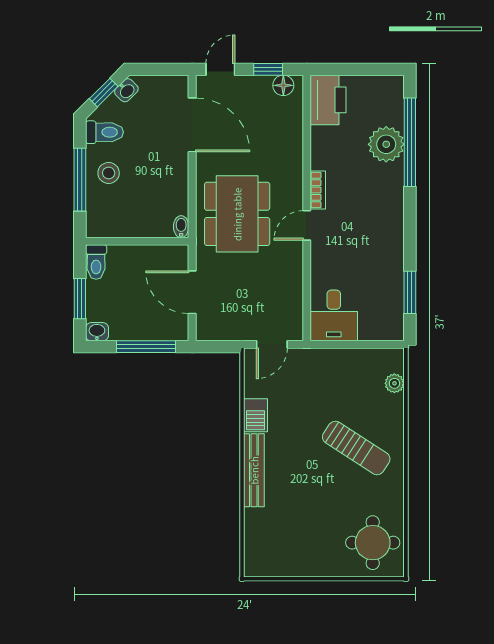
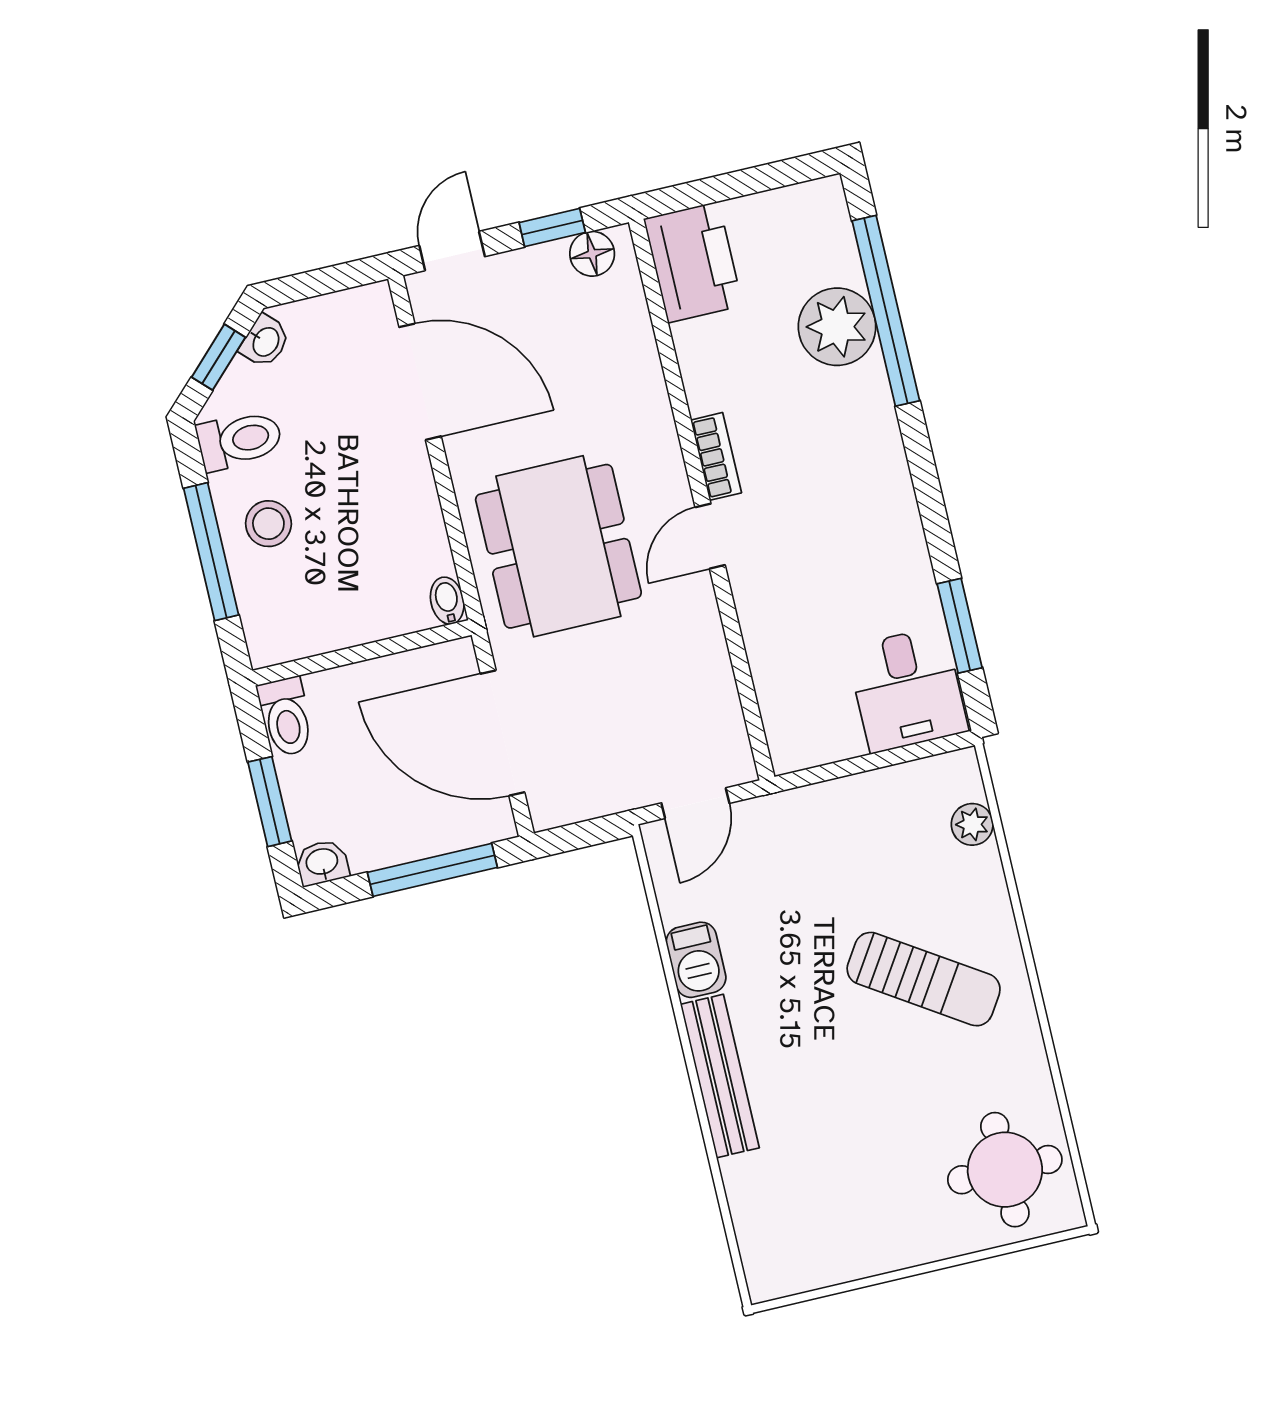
door: (192, 292) -> (503, 733), width x1.36
desk: (334, 315) -> (907, 689), moved

